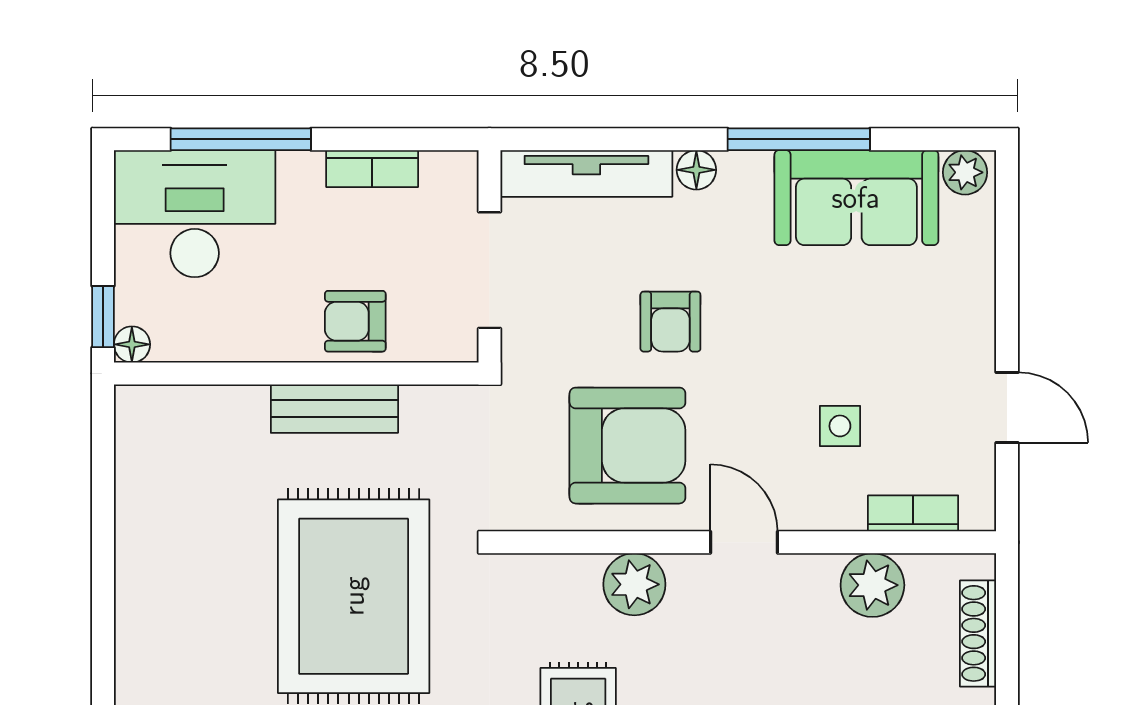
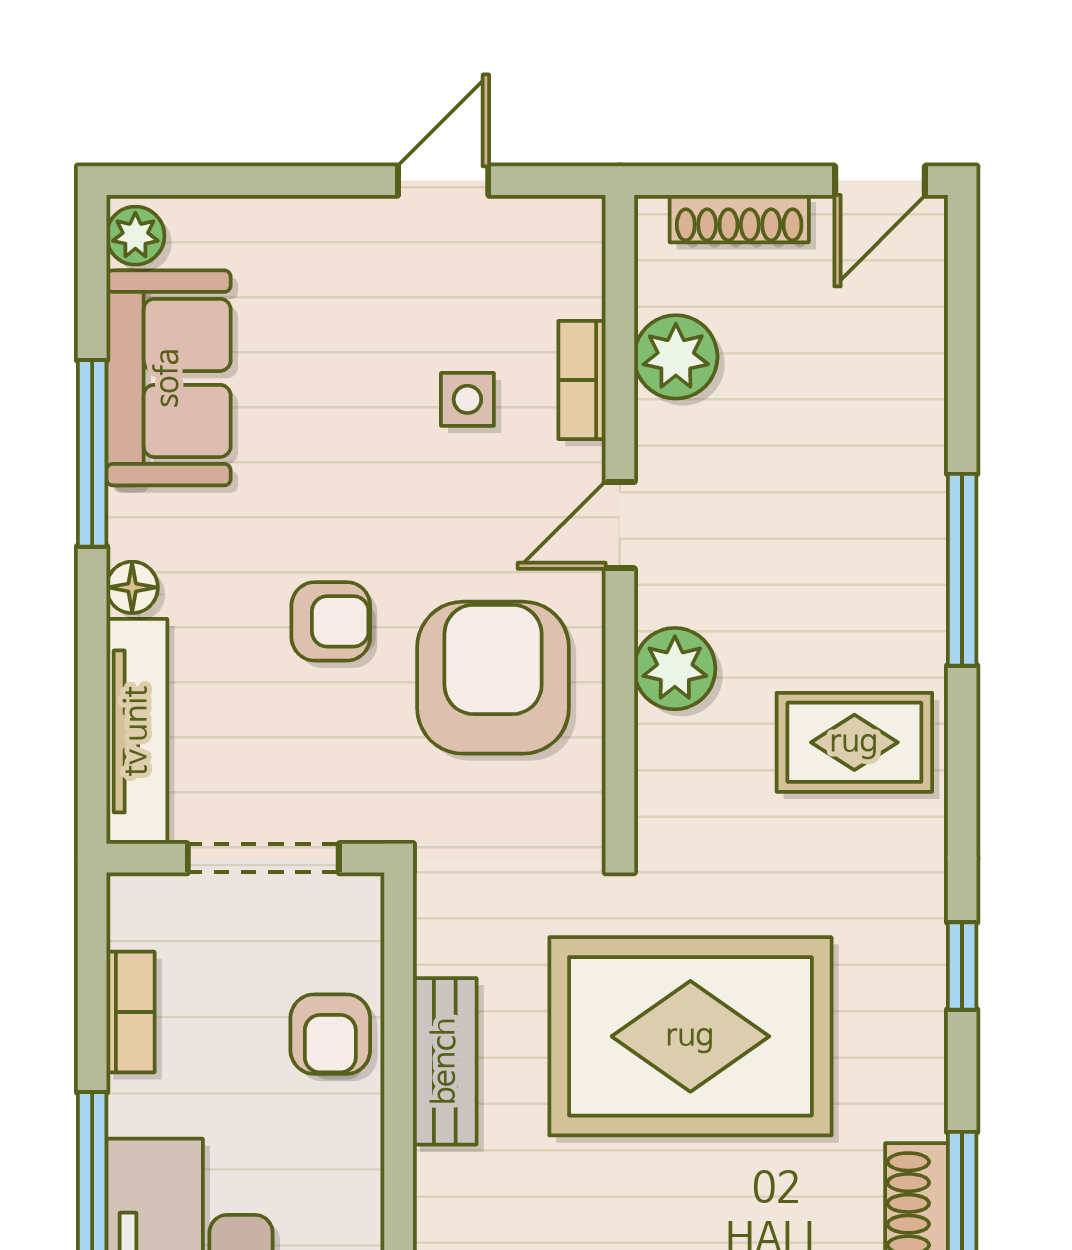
bookcase: (913, 513) -> (582, 380), moved

